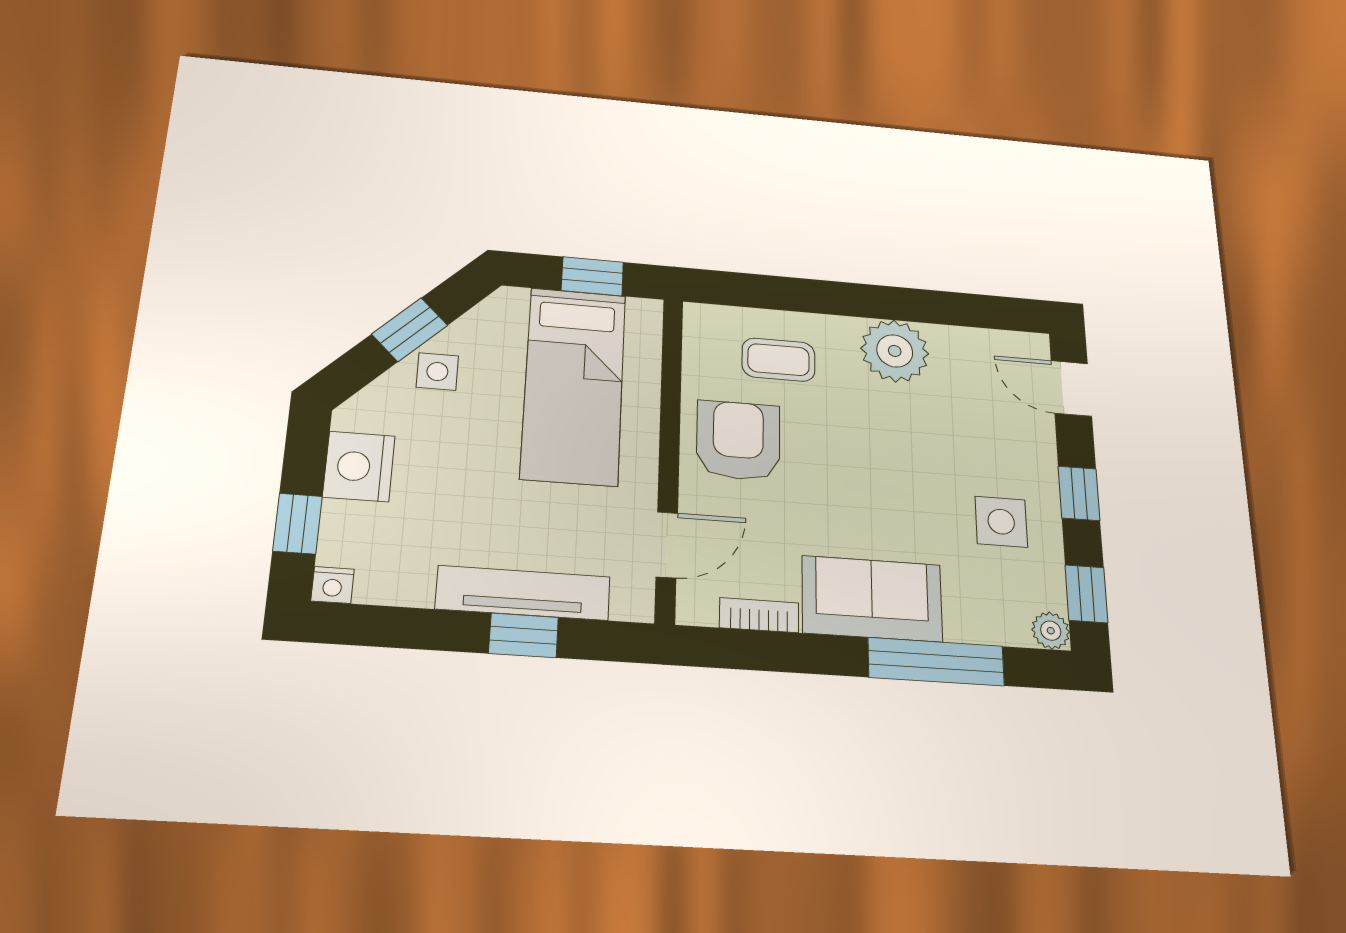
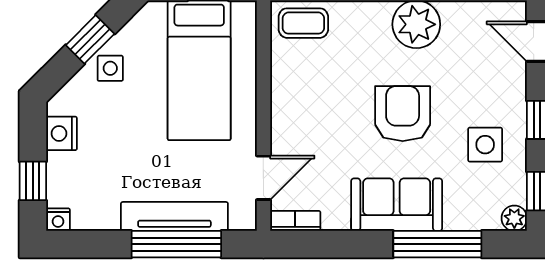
coffee table: (779, 360) -> (303, 23), moved
armchair: (738, 441) -> (403, 114), moved
nightstand: (359, 466) -> (61, 133), width x0.74, depth x0.75
bookcase: (759, 615) -> (295, 221), moved
window: (524, 635) -> (176, 244), width x2.17

